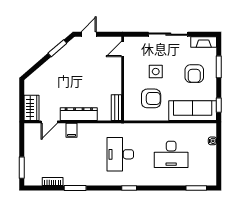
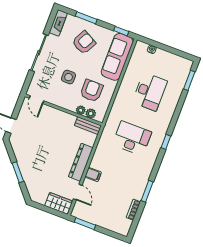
window: (57, 48) -> (18, 172), moved
armchair: (194, 74) -> (84, 42), turned -62
plant: (128, 95) -> (81, 110), added
plant: (129, 106) -> (91, 113), added
desk: (120, 154) -> (132, 138), turned 180
window: (22, 168) -> (85, 224), moved

